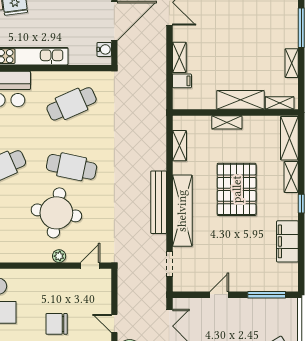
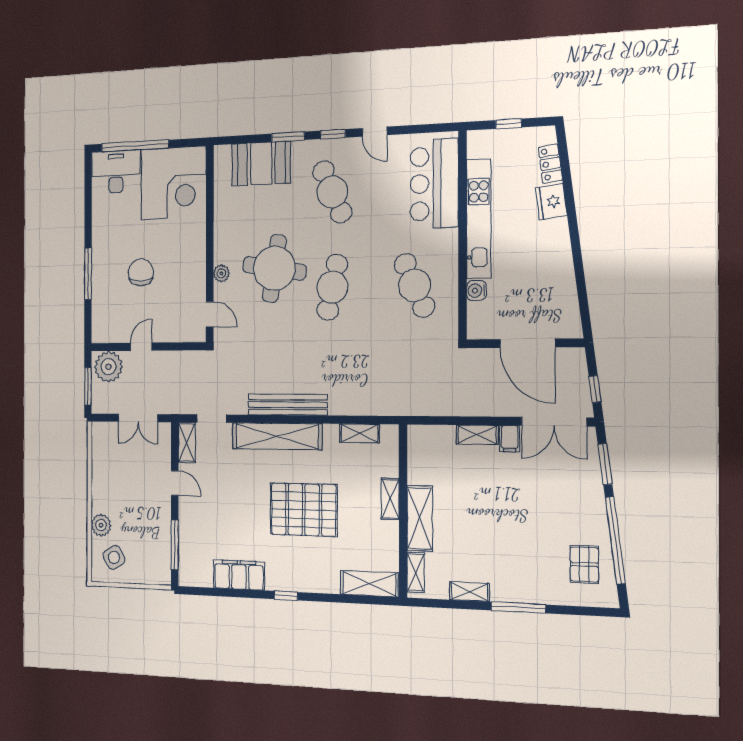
water cooler: (104, 49) -> (476, 290), moved, turned 90
filing cabinet: (182, 81) -> (510, 439), moved
shelving: (291, 177) -> (187, 443), moved, turned 90

